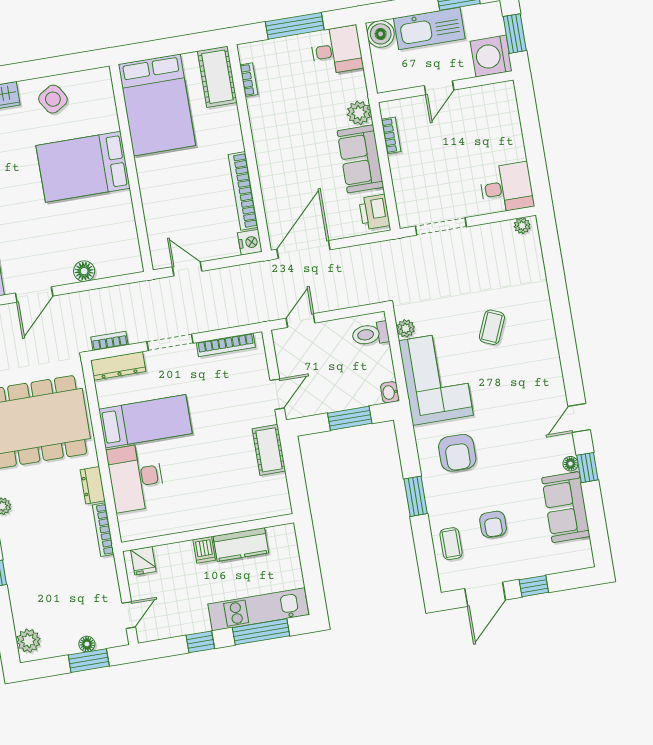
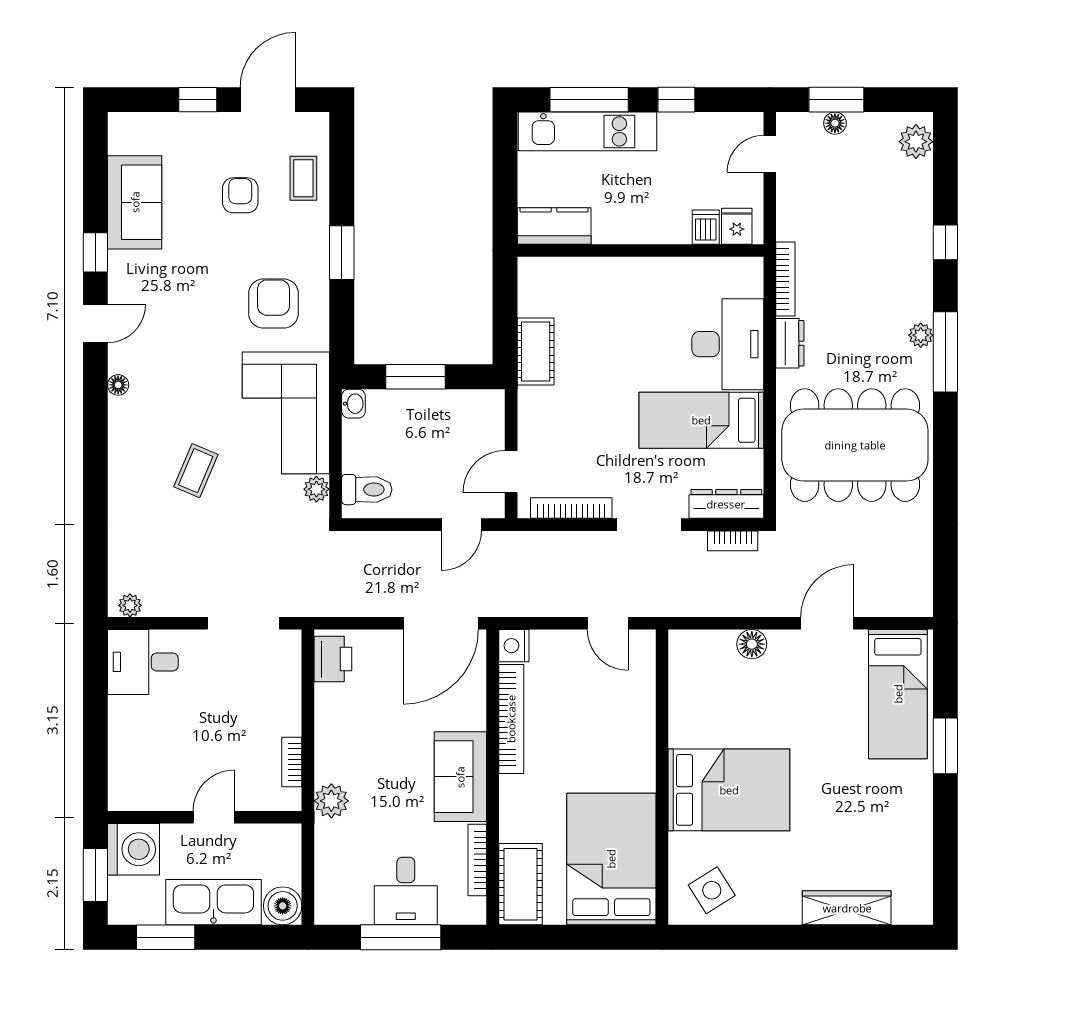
desk: (337, 50) -> (406, 891), moved, turned -90
bookcase: (249, 80) -> (477, 860), width x1.56
side table: (53, 99) -> (712, 890), moved
sofa: (360, 159) -> (460, 777), moved, turned 180
door: (277, 394) -> (511, 472), moved
floor lamp: (570, 464) -> (118, 385), moved
kitchen counter: (241, 545) -> (554, 226), moved
dishwasher: (204, 550) -> (706, 227), moved

